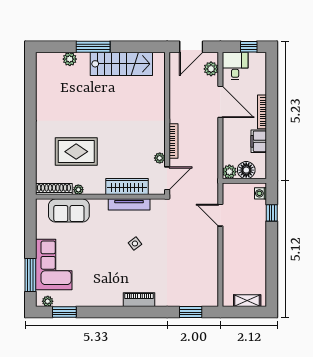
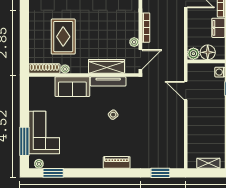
rug: (76, 152) -> (63, 37), turned 90
sofa: (69, 210) -> (72, 87), moved

